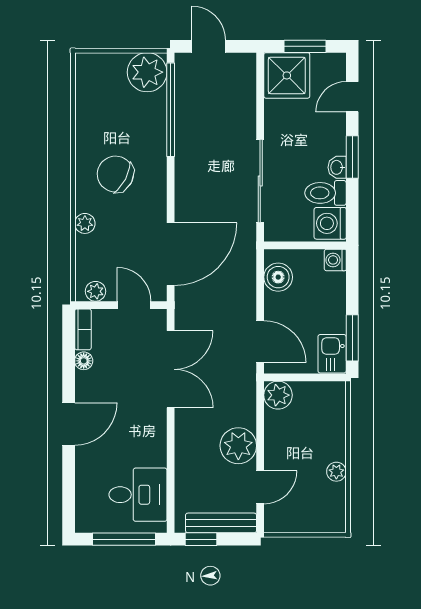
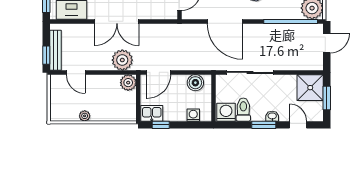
washbasin: (337, 167) -> (272, 116), moved
door: (171, 254) -> (225, 21), moved
washing machine: (335, 260) -> (193, 115), moved
window: (352, 338) -> (161, 125), width x0.67
double door: (171, 369) -> (117, 21), moved
plant: (238, 446) -> (122, 60), moved
window: (201, 539) -> (46, 55), moved

